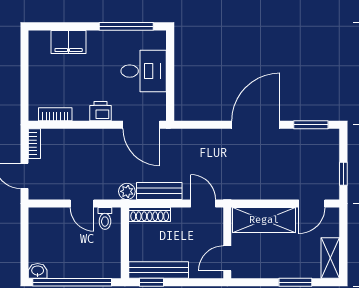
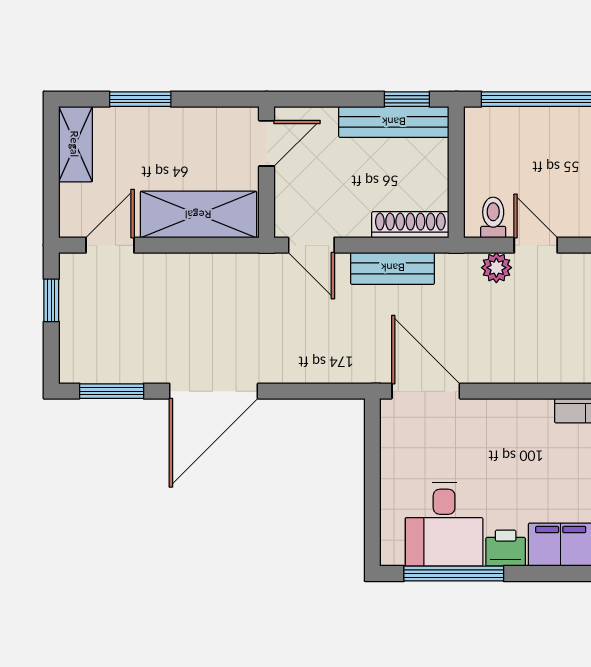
desk: (144, 71) -> (444, 524), moved, turned -90
printer: (101, 111) -> (506, 548), moved, turned 180
plant: (127, 191) -> (496, 268), moved

